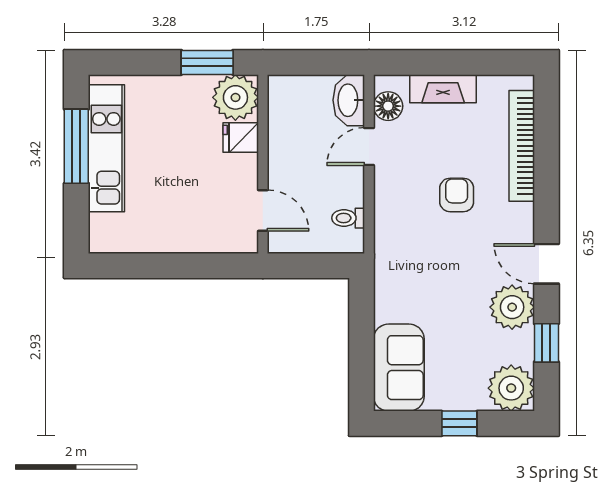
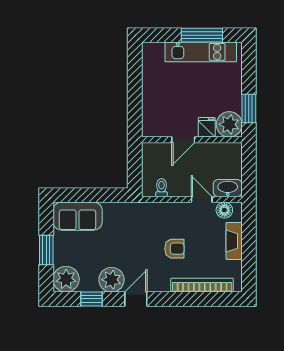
door: (263, 211) -> (183, 140), moved
window: (459, 423) -> (46, 250), width x1.50

